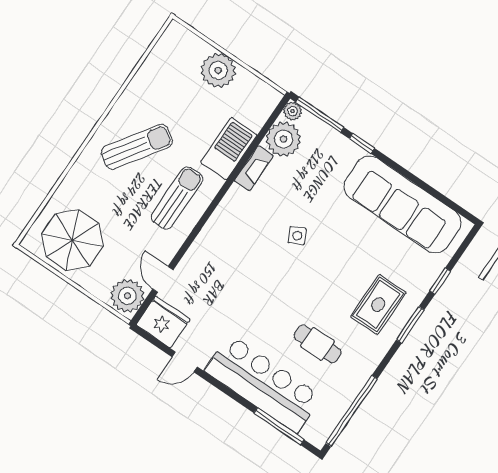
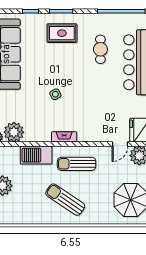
fireplace: (254, 168) -> (64, 137), moved

